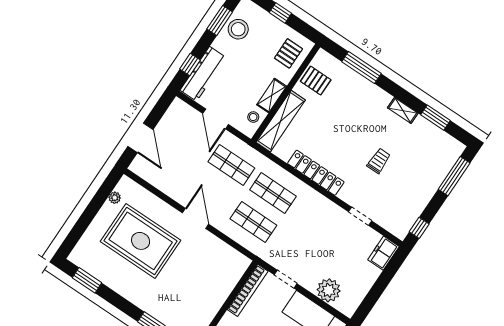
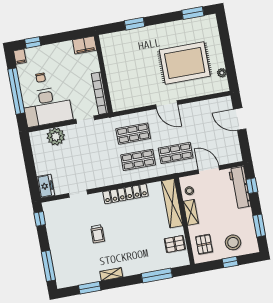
stool: (238, 29) -> (233, 242), moved

